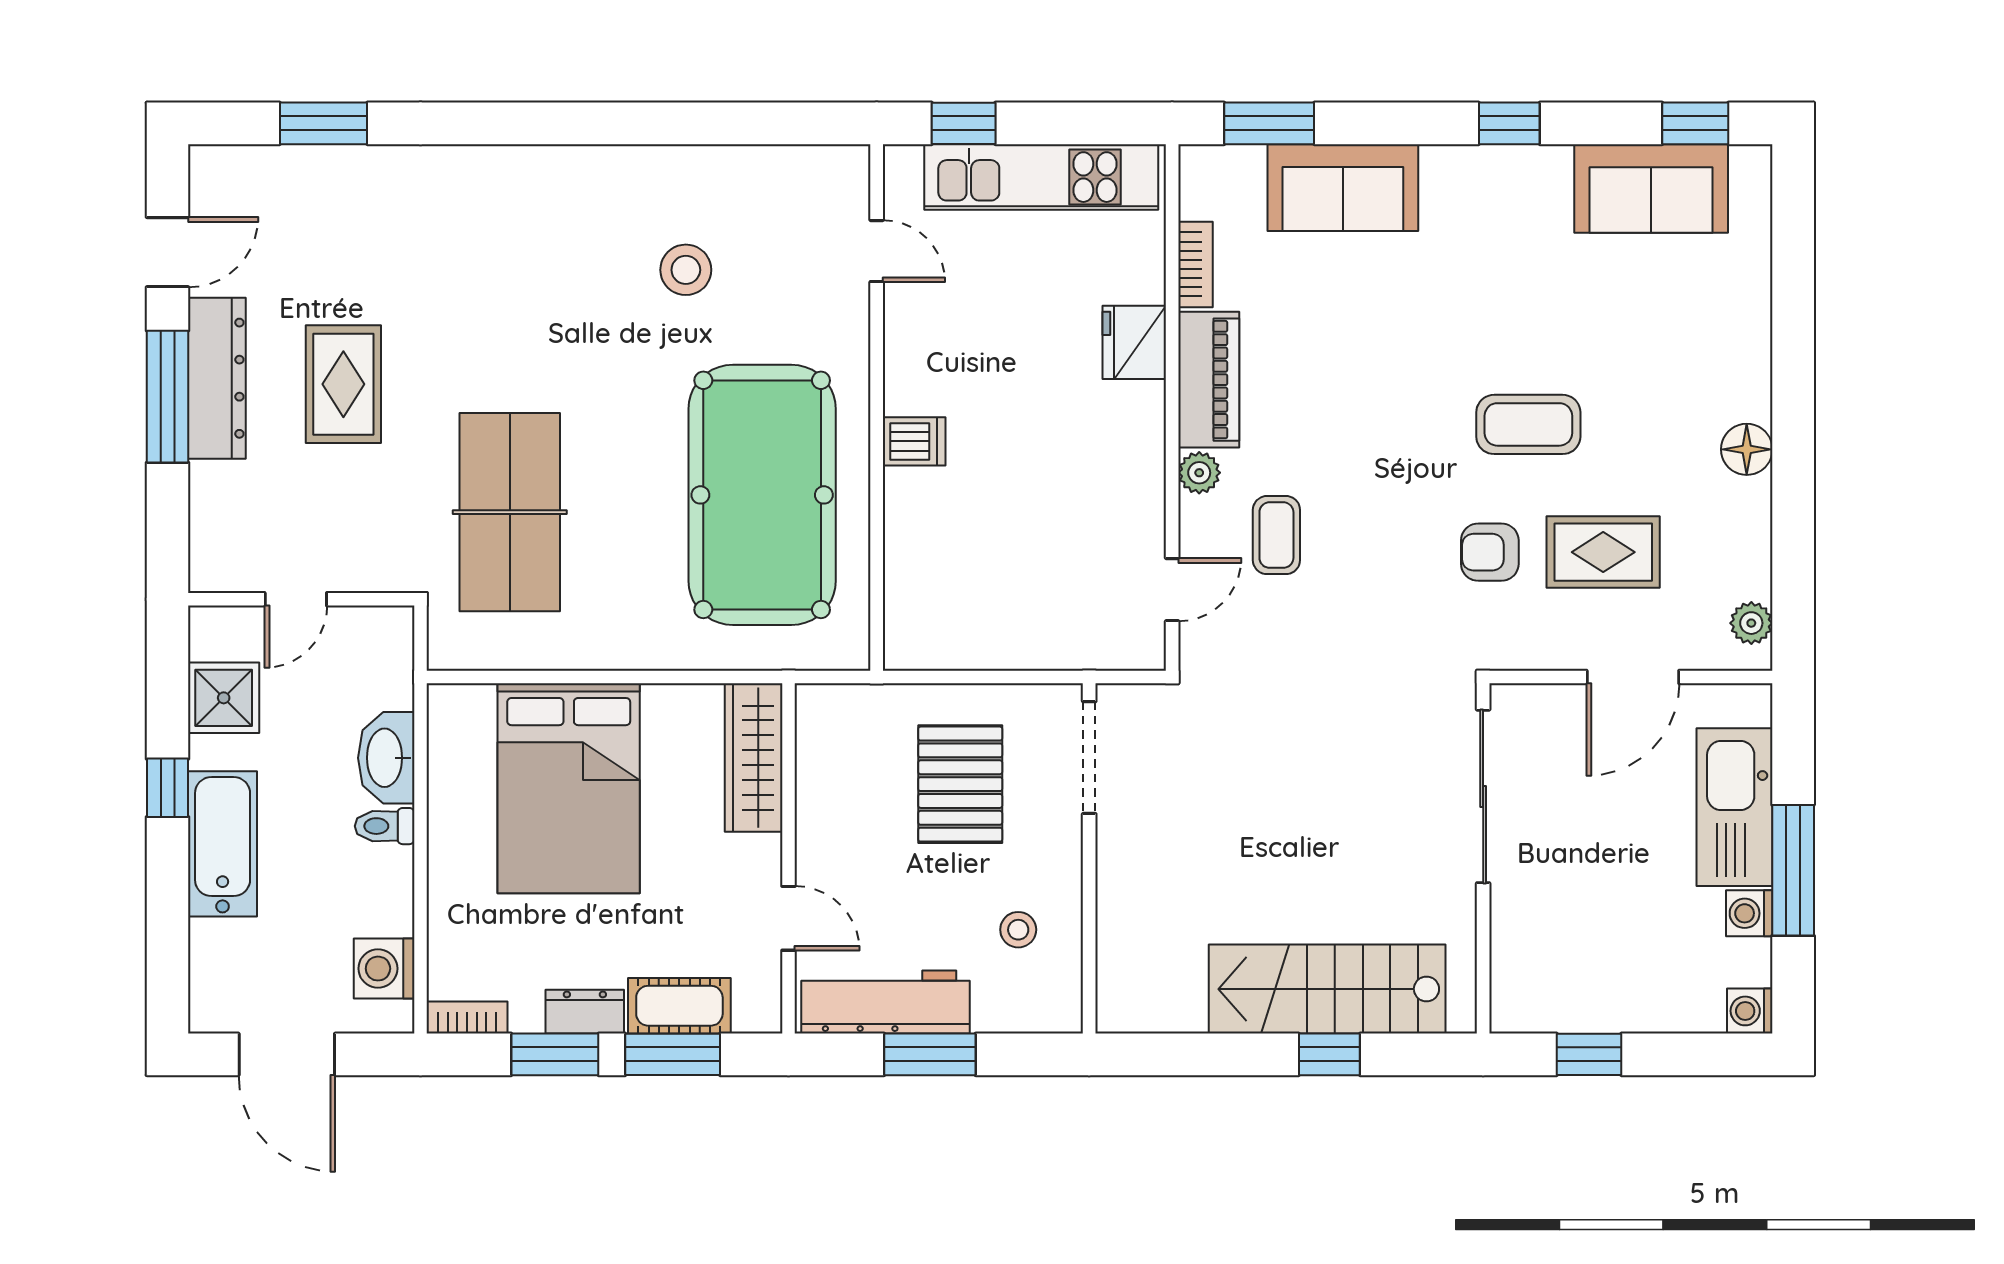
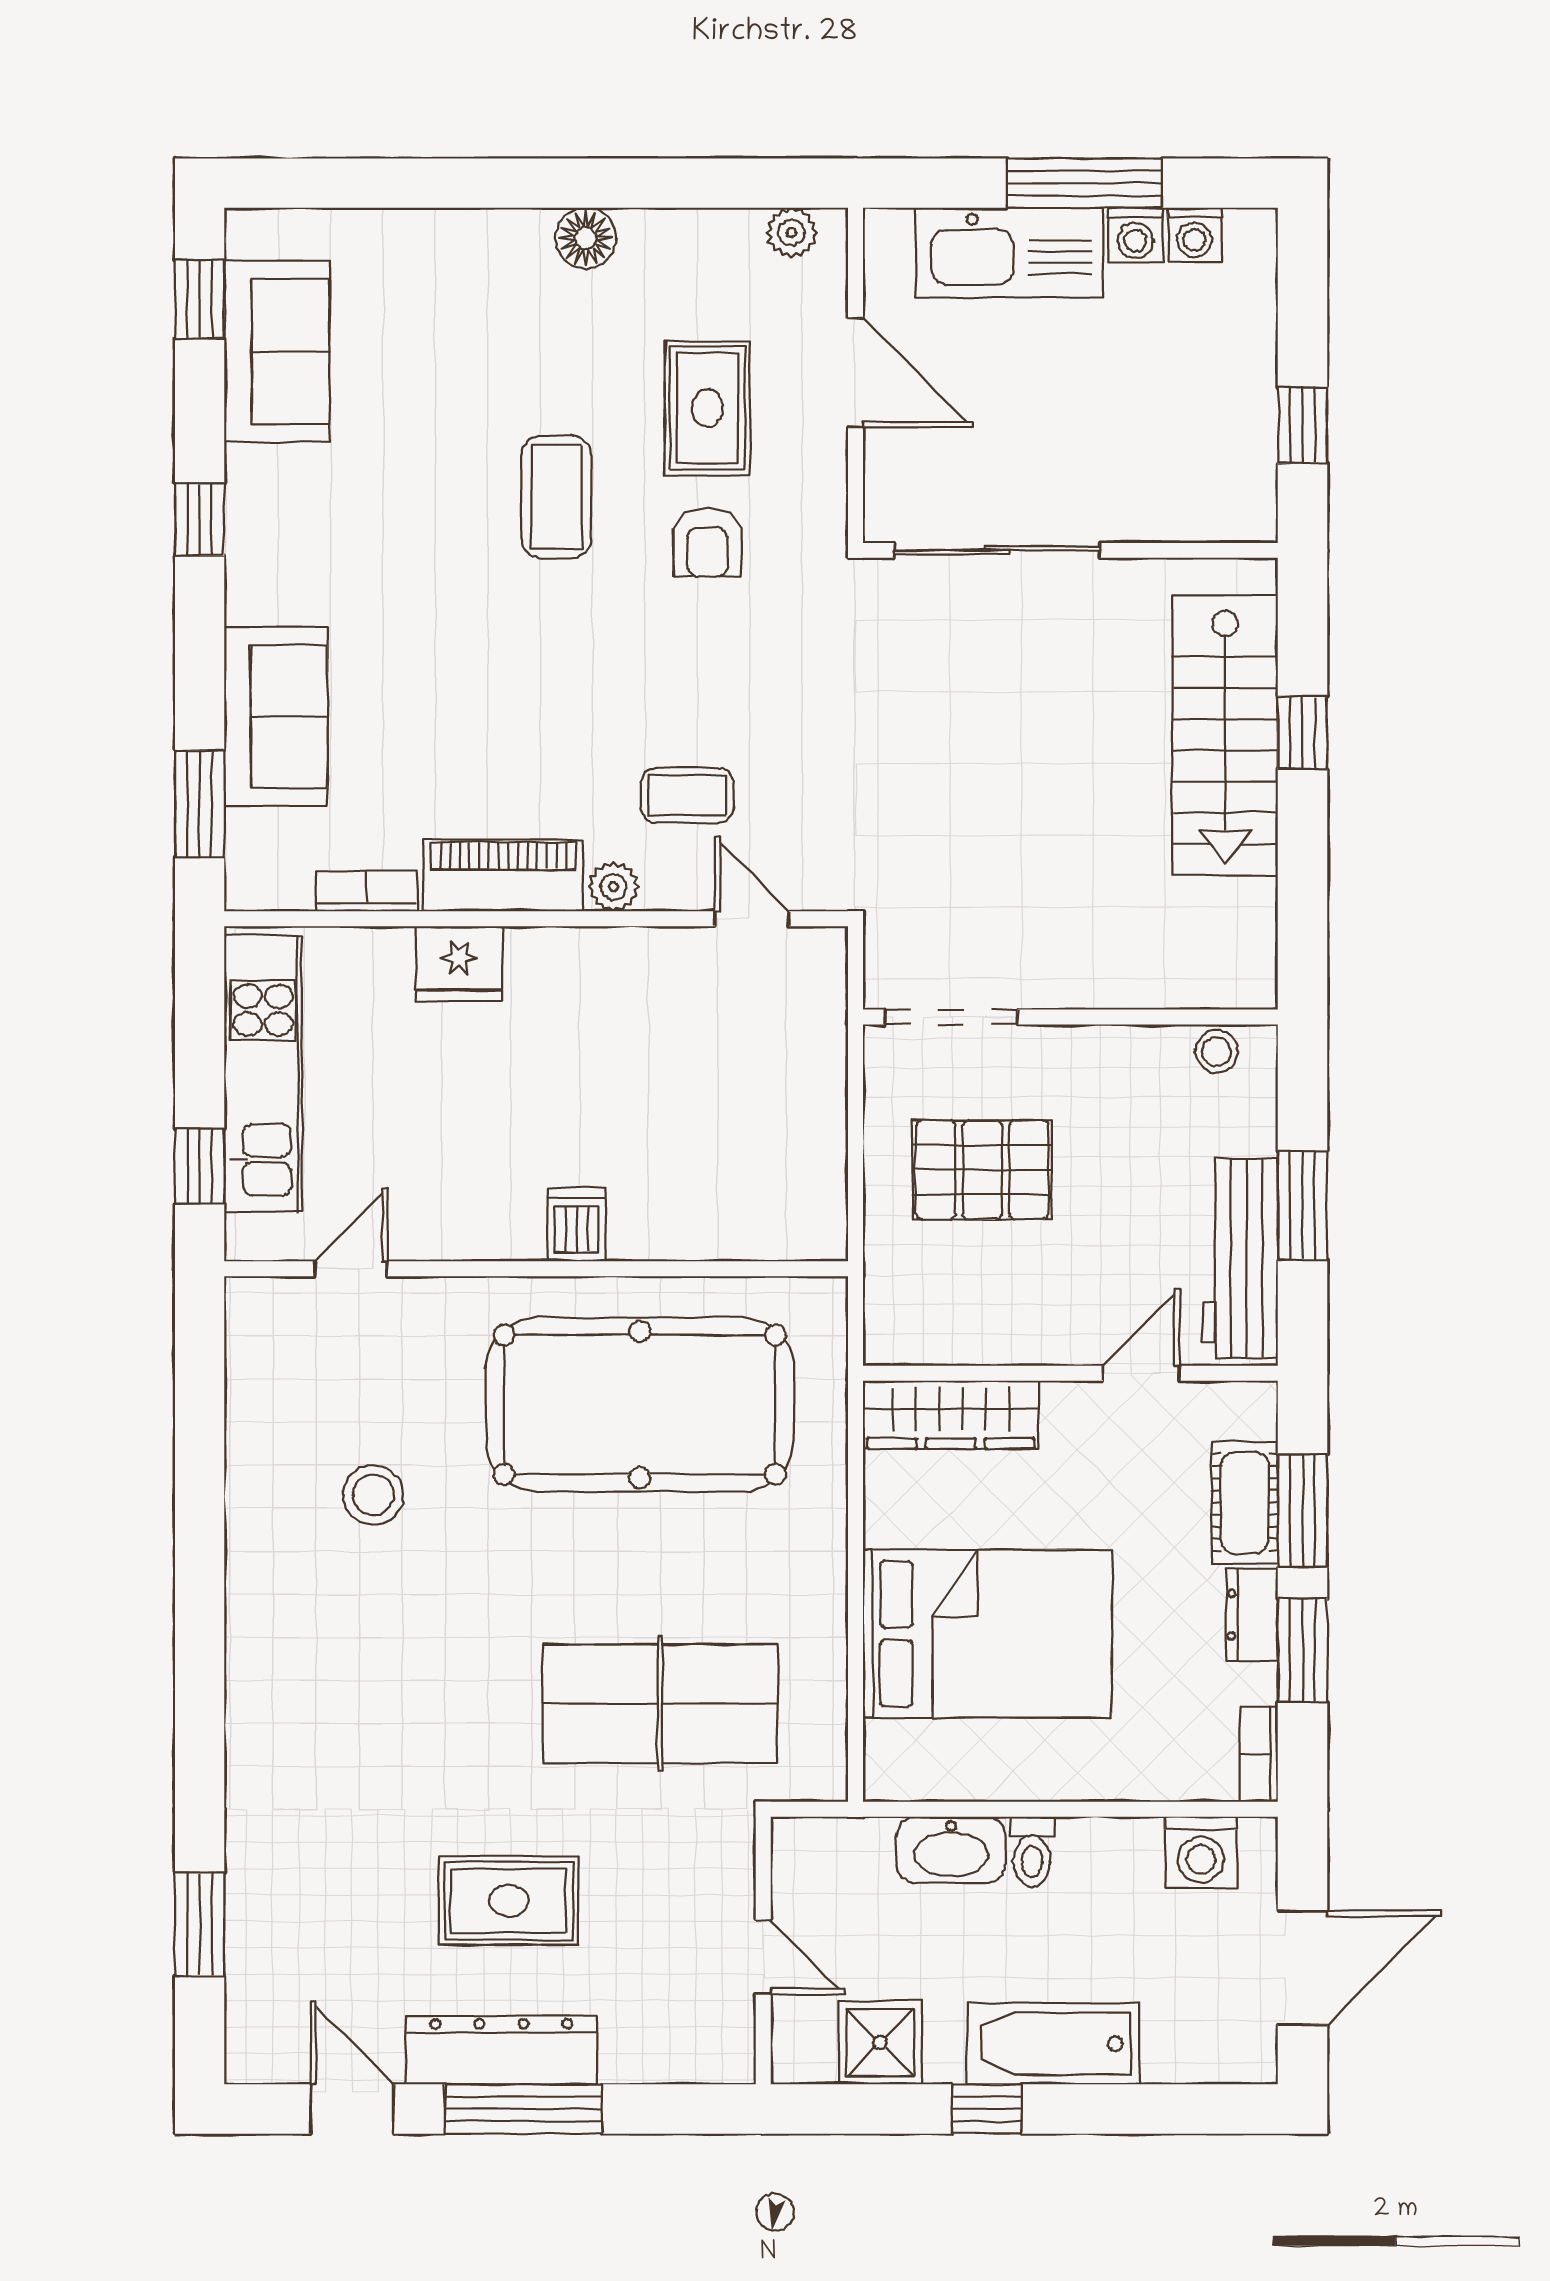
stool: (1018, 930) -> (1216, 1052), moved
washing machine: (1750, 1011) -> (1195, 235), moved

